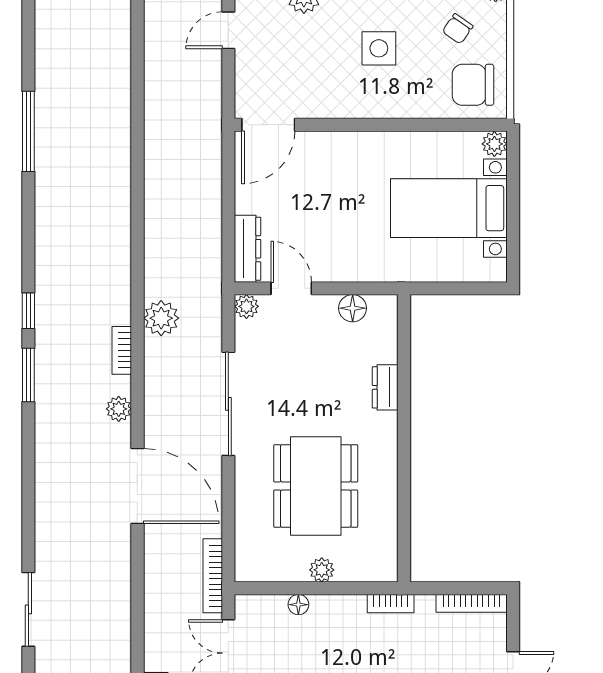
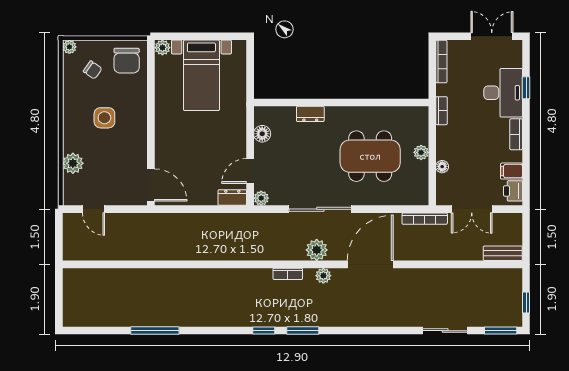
dresser: (248, 249) -> (232, 198), width x0.70
plant: (161, 318) -> (317, 250), moved

